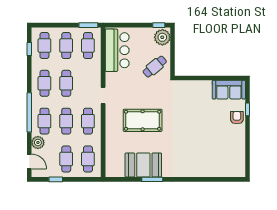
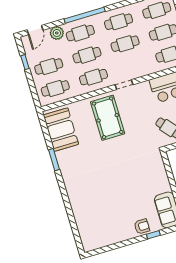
pool table: (143, 120) -> (108, 118), moved
booth: (143, 165) -> (61, 130), moved

